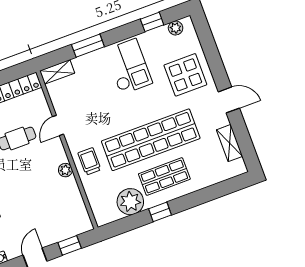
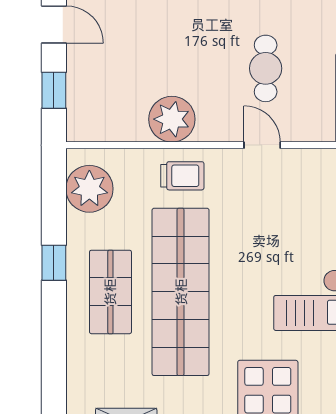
plant: (65, 170) -> (172, 119), width x1.88, depth x1.88
plant: (130, 202) -> (89, 189), moved

